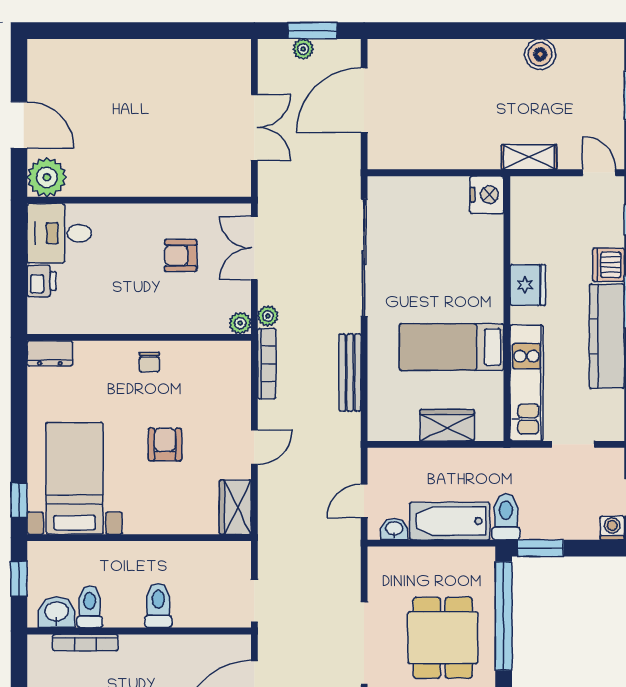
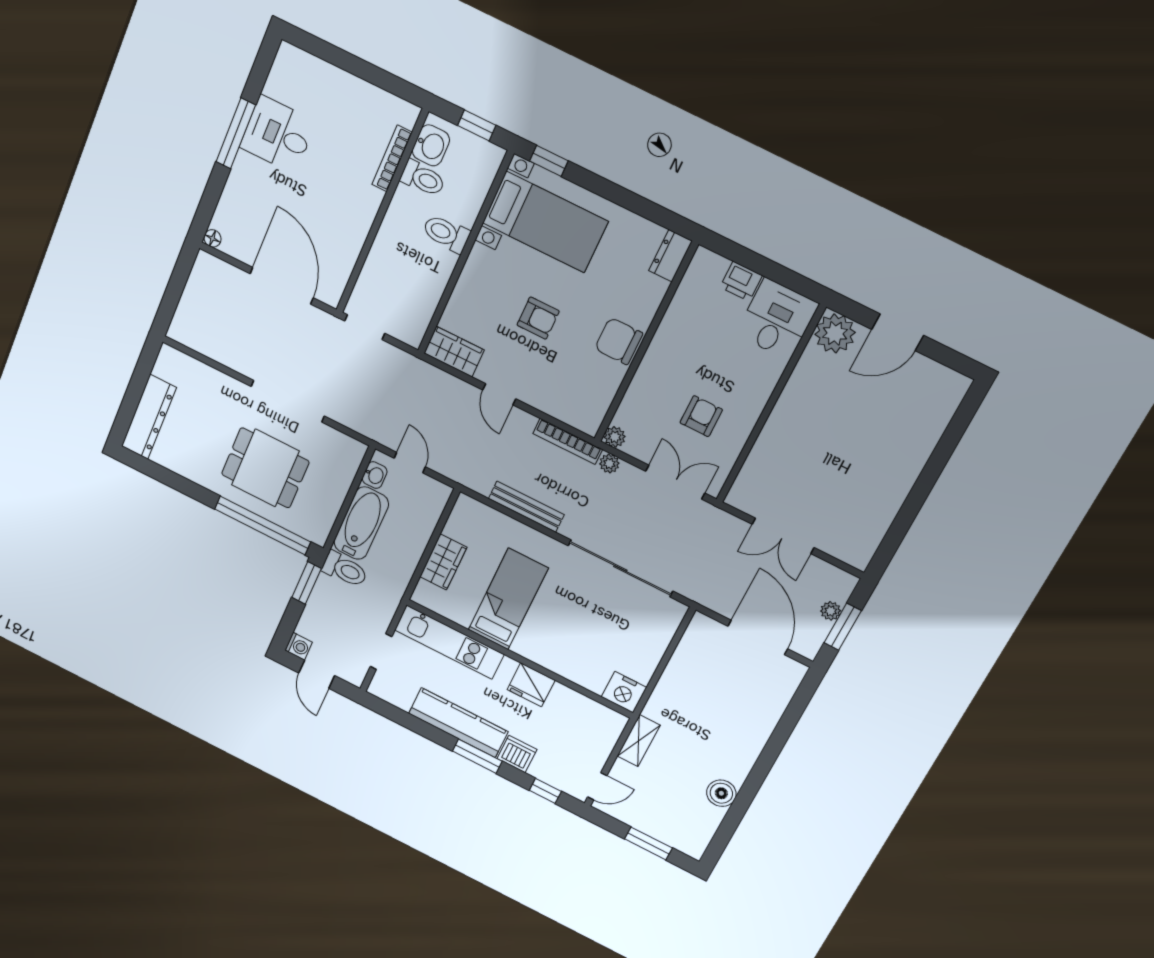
chair: (149, 362) -> (619, 341), width x1.87, depth x1.87
toilet: (158, 605) -> (446, 234), moved, turned 180

